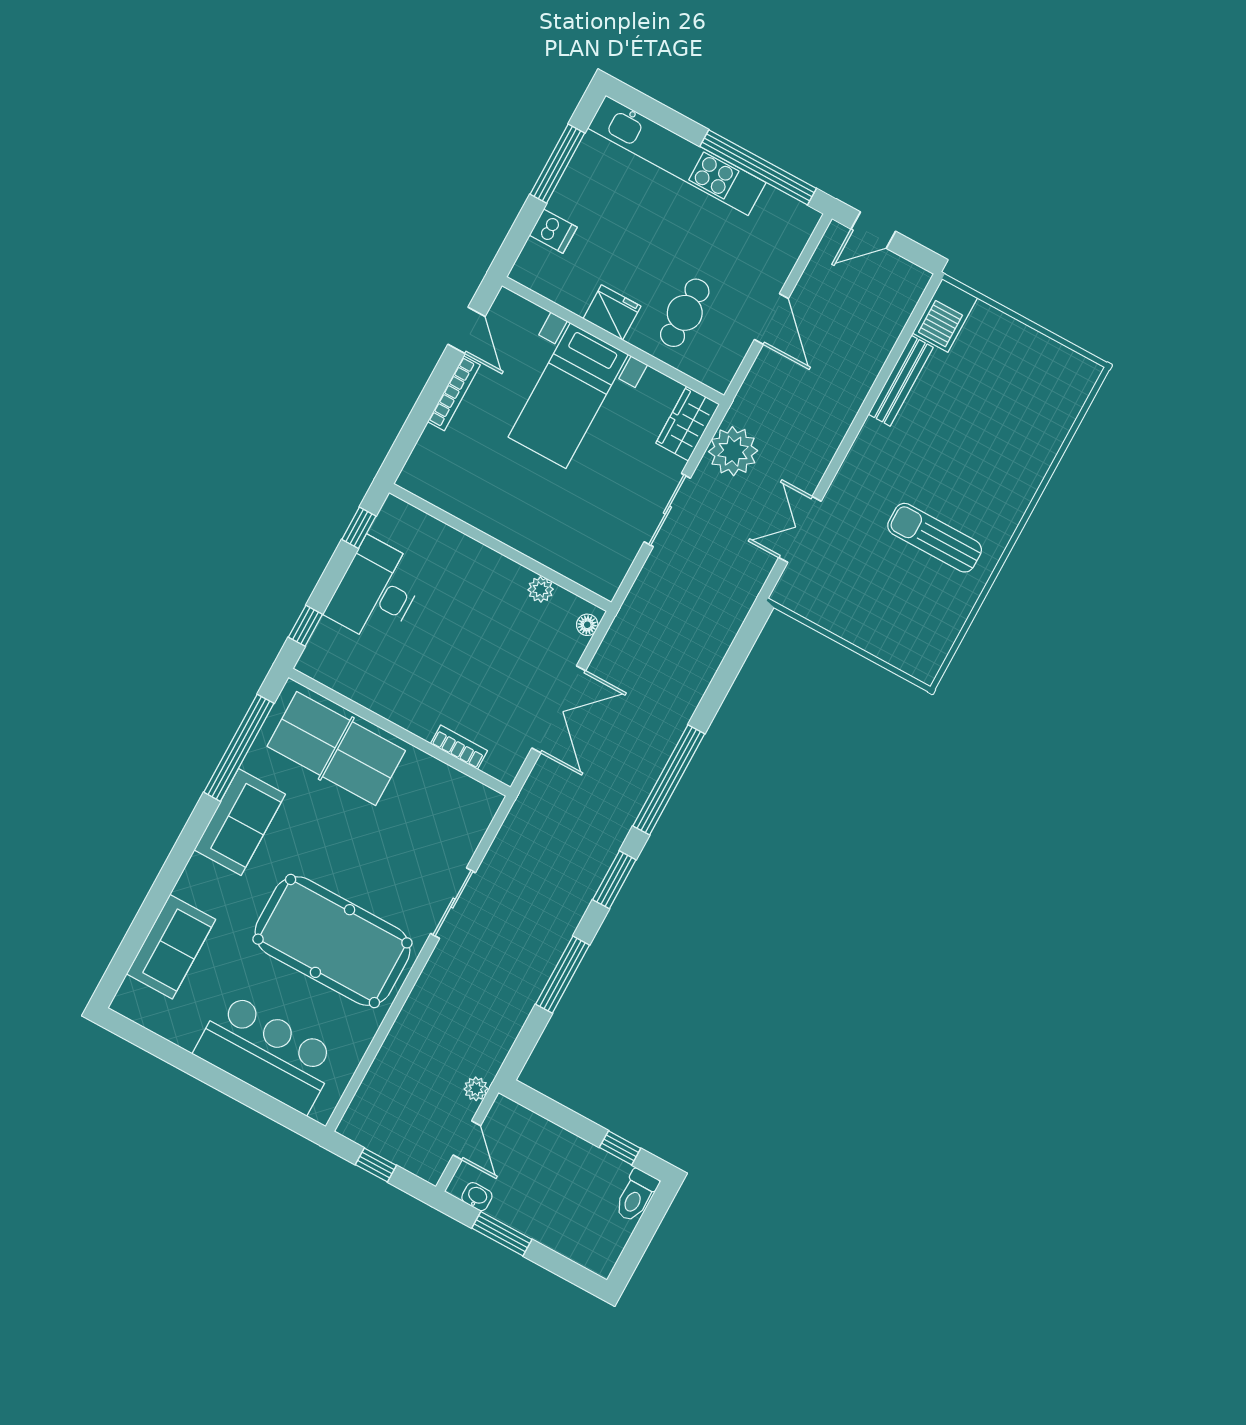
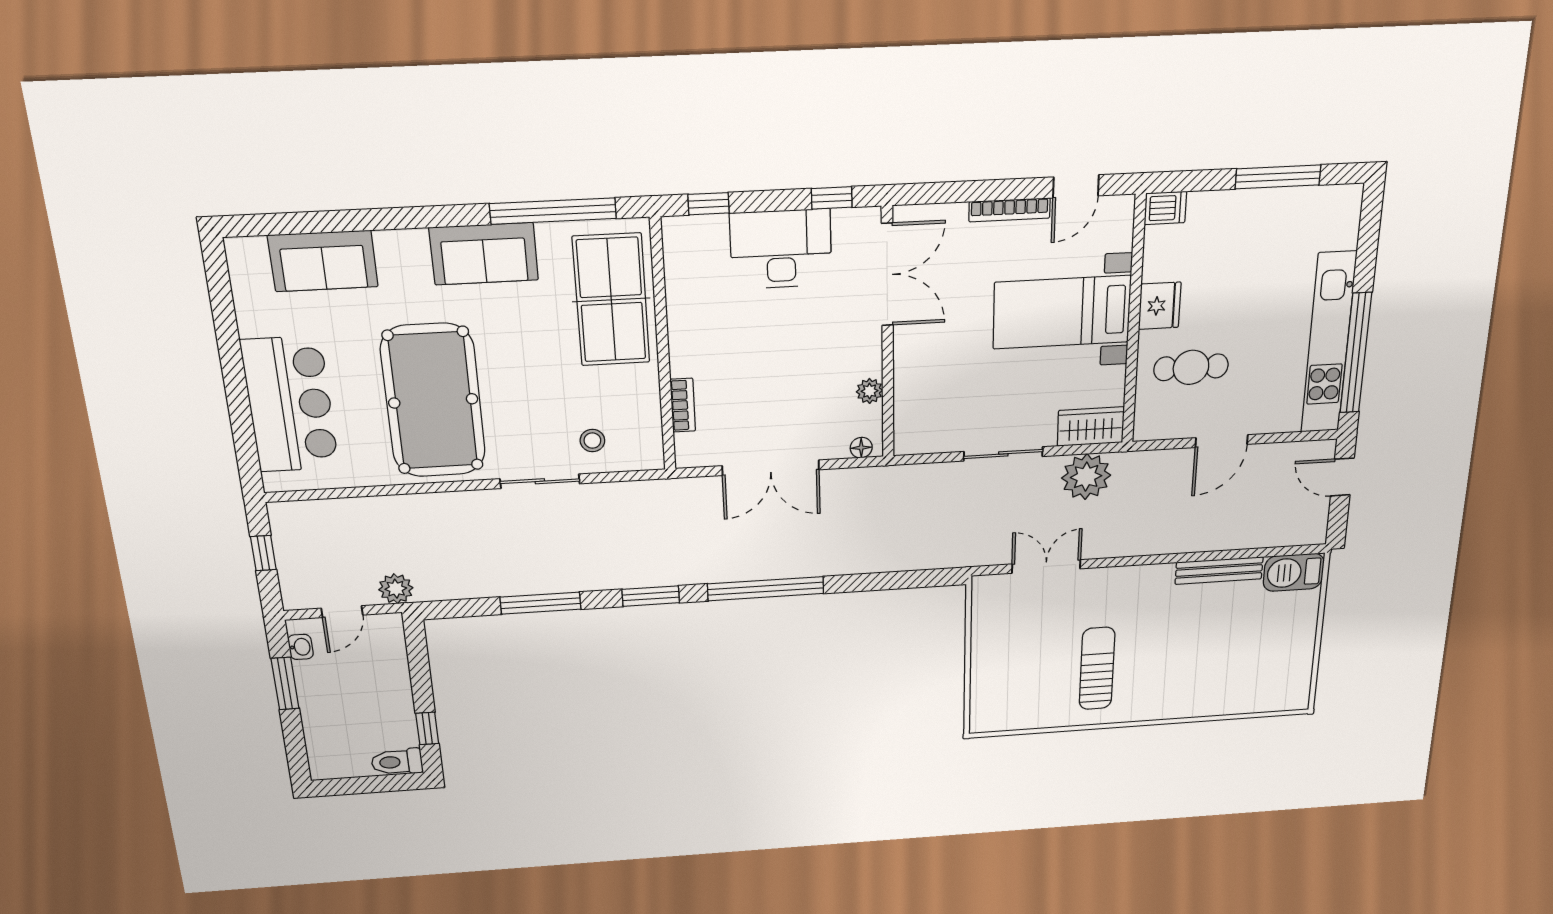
kitchen unit: (677, 155) -> (1329, 343), moved
dishwasher: (553, 231) -> (1165, 208), moved, turned -90
double door: (449, 519) -> (887, 275), added
stool: (444, 838) -> (592, 441), added
plant: (476, 1089) -> (396, 589), width x1.38, depth x1.38

